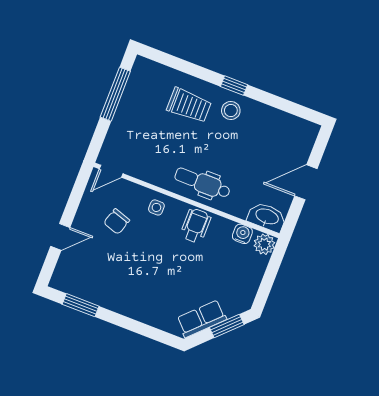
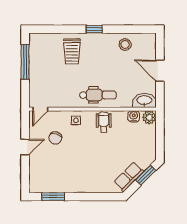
trolley: (189, 105) -> (72, 51), turned 90
stool: (231, 111) -> (125, 45), moved
door: (306, 182) -> (160, 71), hinge flipped
dental chair: (202, 183) -> (98, 95), turned 180
door: (60, 237) -> (25, 147), moved

